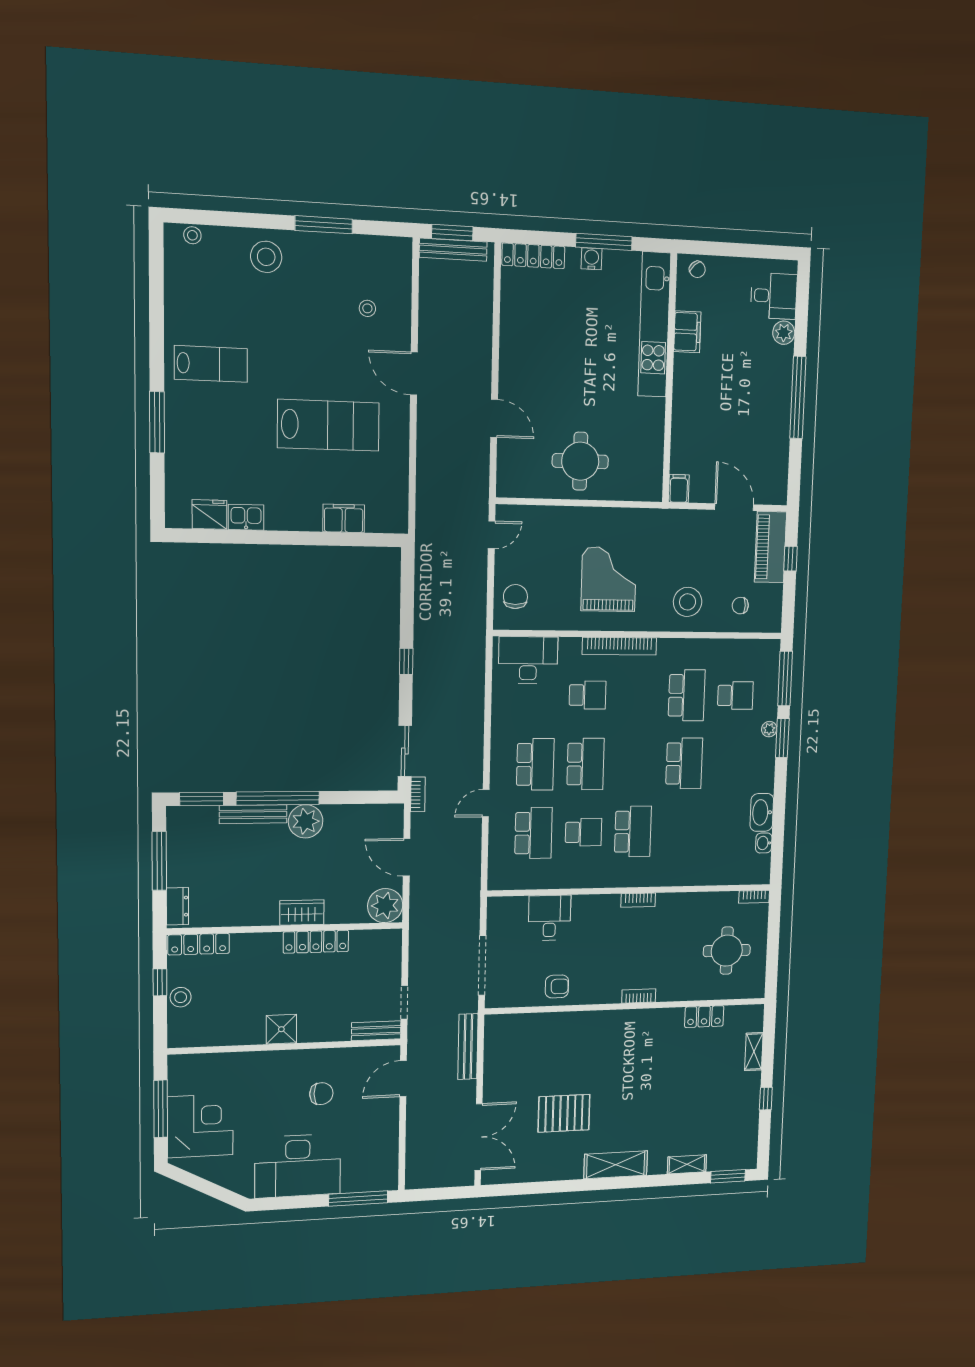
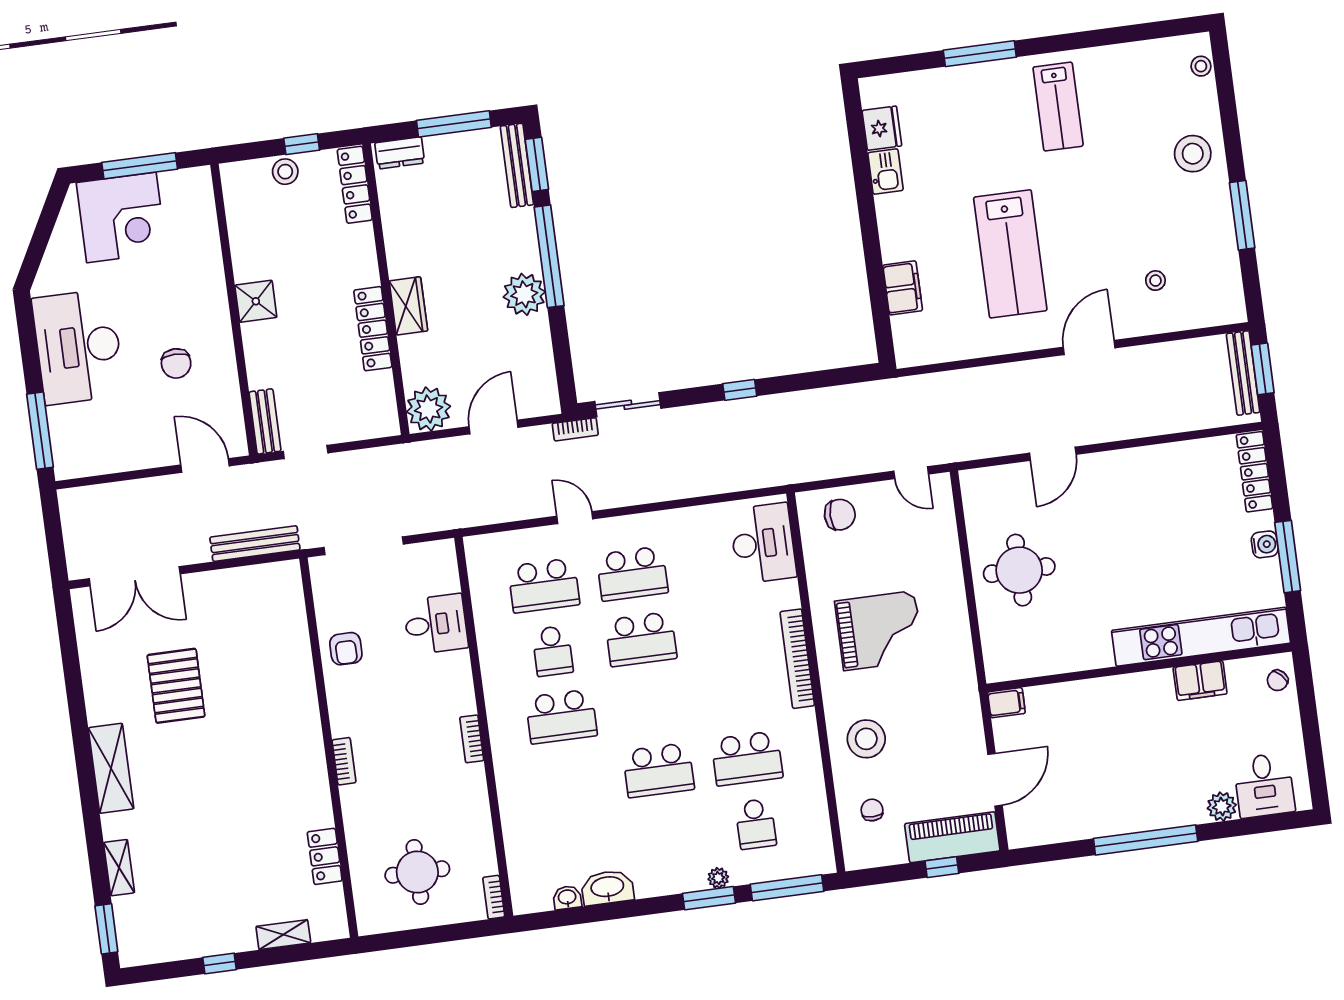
school desk: (588, 695) -> (729, 627), removed
bench: (253, 814) -> (517, 165), moved

